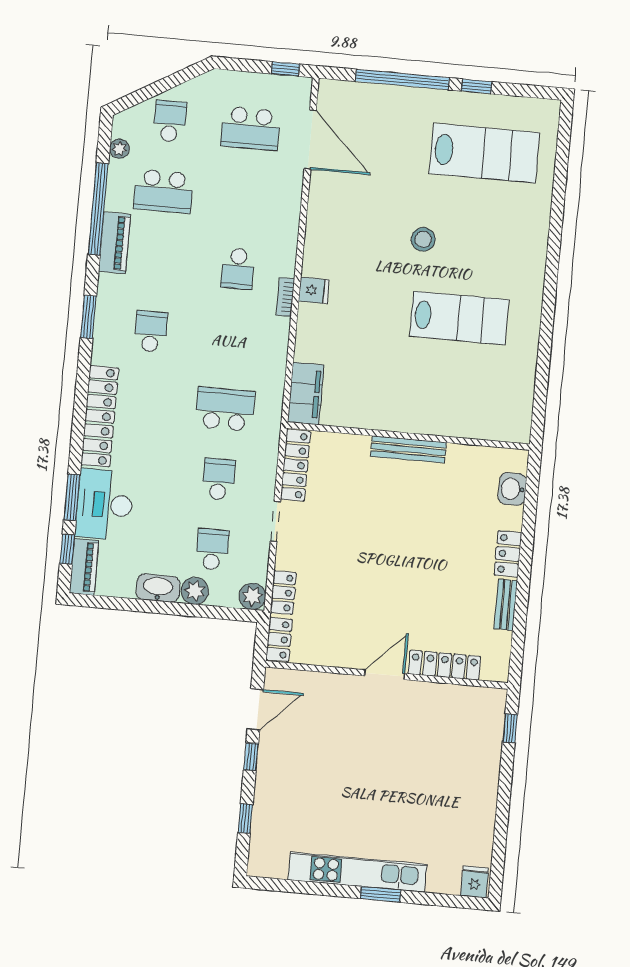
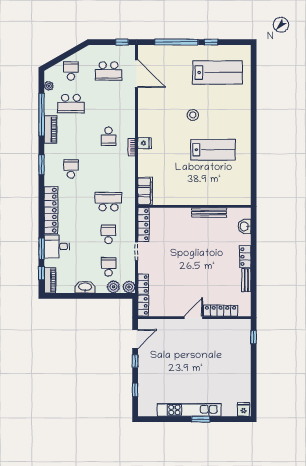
bench: (408, 449) -> (209, 213), moved
desk: (104, 505) -> (57, 246), width x0.73
plant: (195, 591) -> (113, 287), moved

